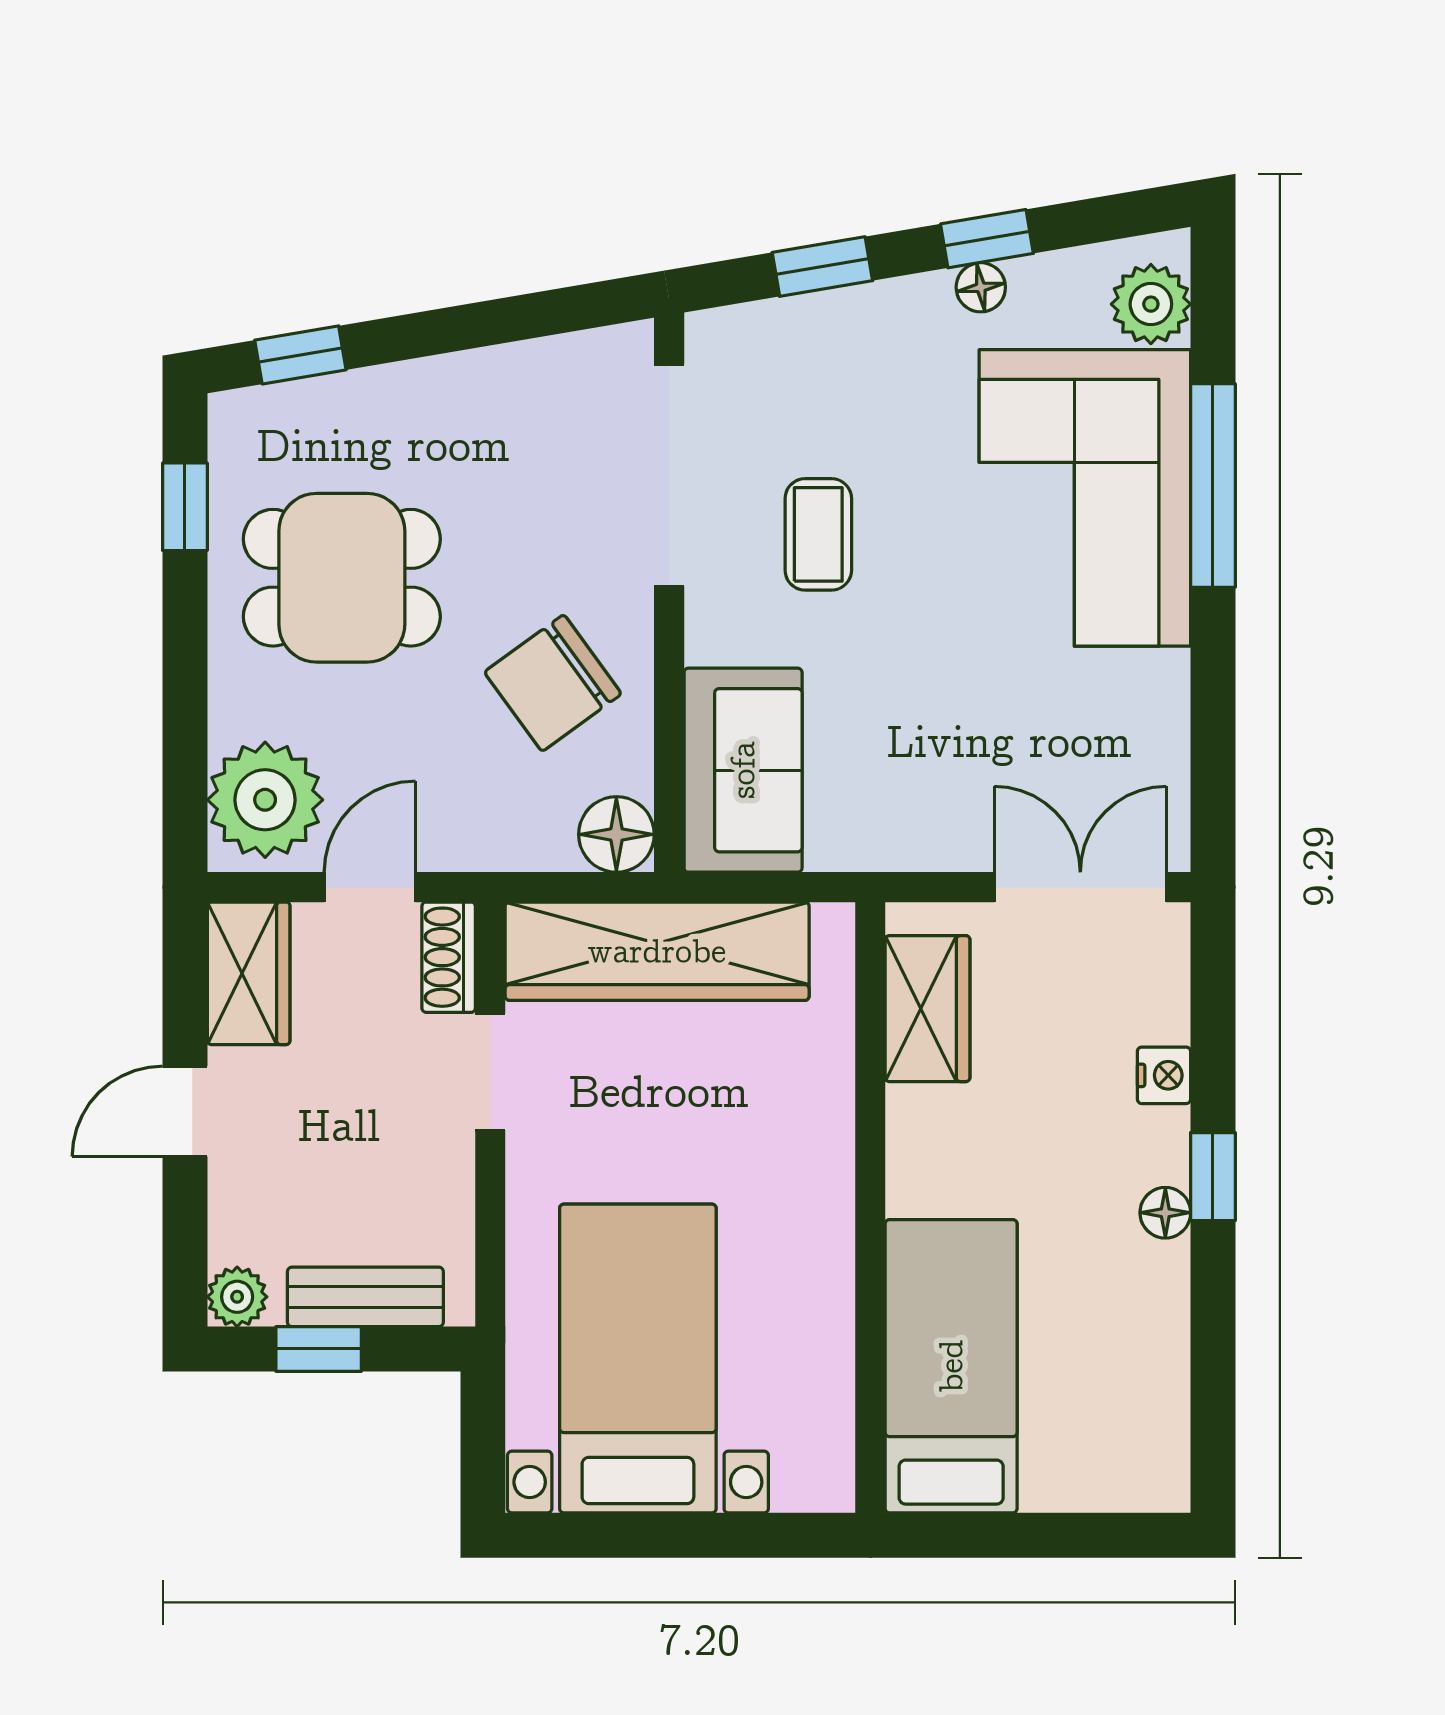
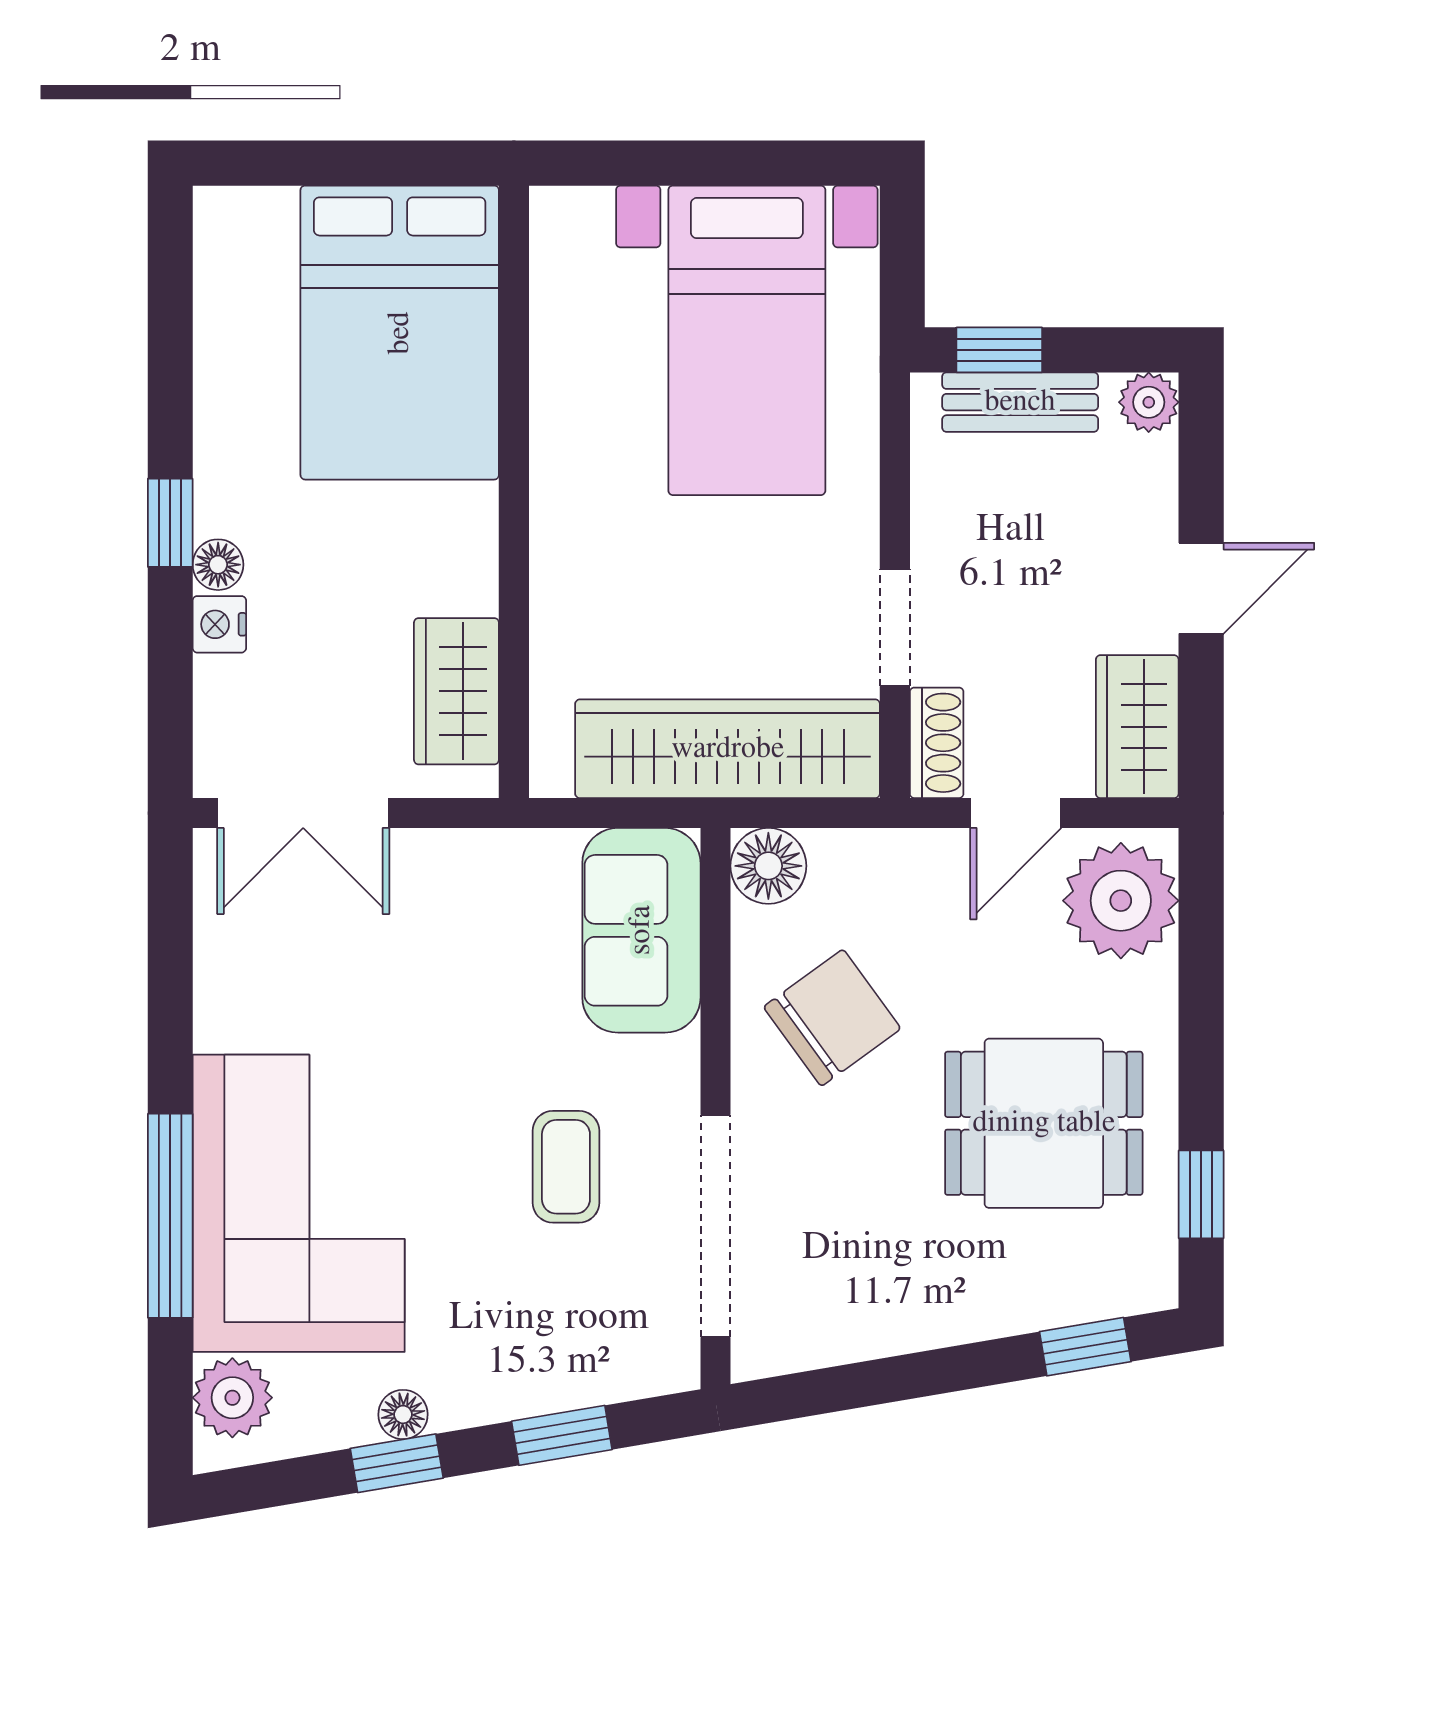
floor lamp: (1165, 1213) -> (218, 565), moved
window: (319, 1349) -> (999, 350), moved
bed: (951, 1366) -> (400, 333), width x1.50

